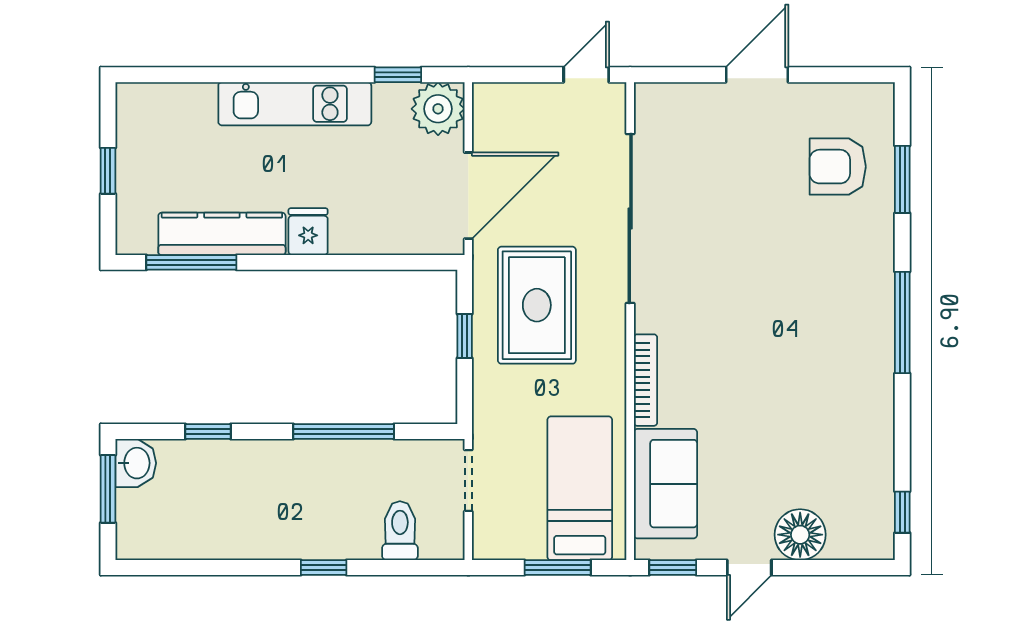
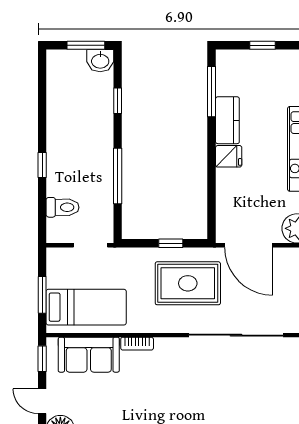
kitchen counter: (222, 234) -> (227, 120), width x0.67
bookcase: (645, 380) -> (137, 344), width x0.64

